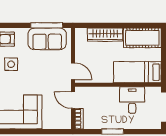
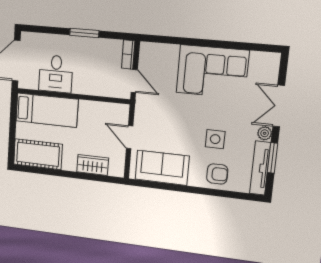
window: (47, 25) -> (161, 186), removed
wardrobe: (105, 35) -> (93, 165), width x0.67
door: (73, 71) -> (130, 137), moved

